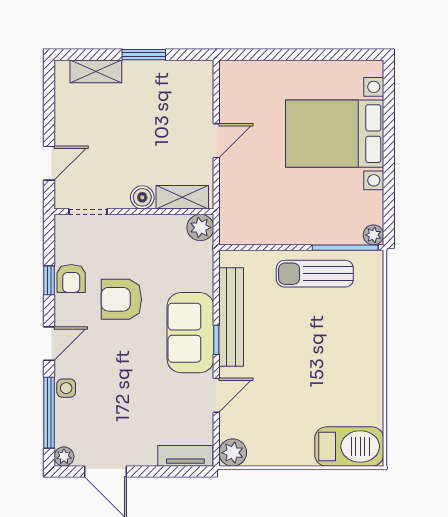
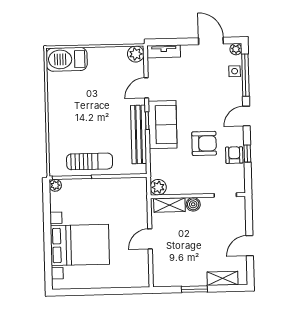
door: (49, 163) -> (250, 246), moved
side table: (66, 388) -> (235, 71), moved

